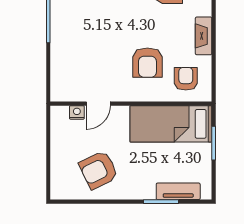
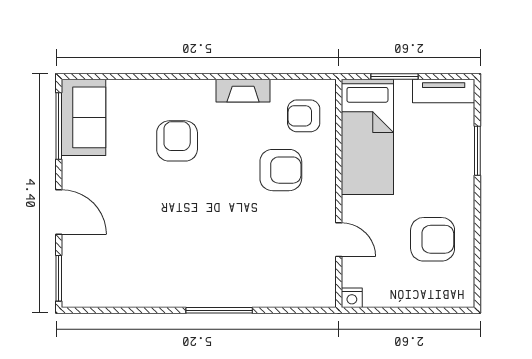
nightstand: (77, 112) -> (352, 298), moved, turned -90
armchair: (99, 170) -> (433, 239), turned -64
tv unit: (178, 191) -> (444, 91), moved, turned -90

